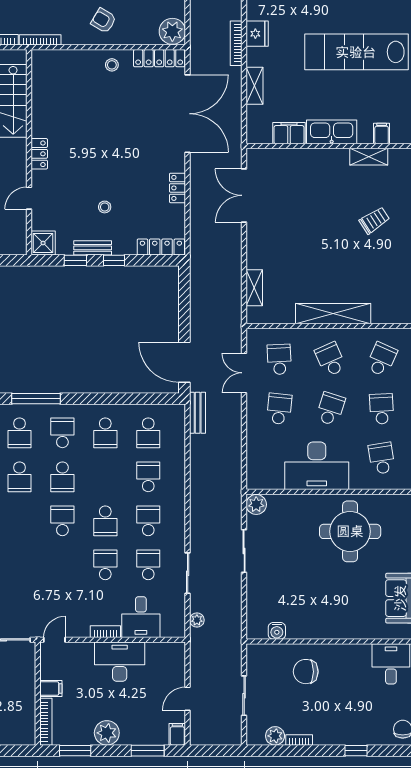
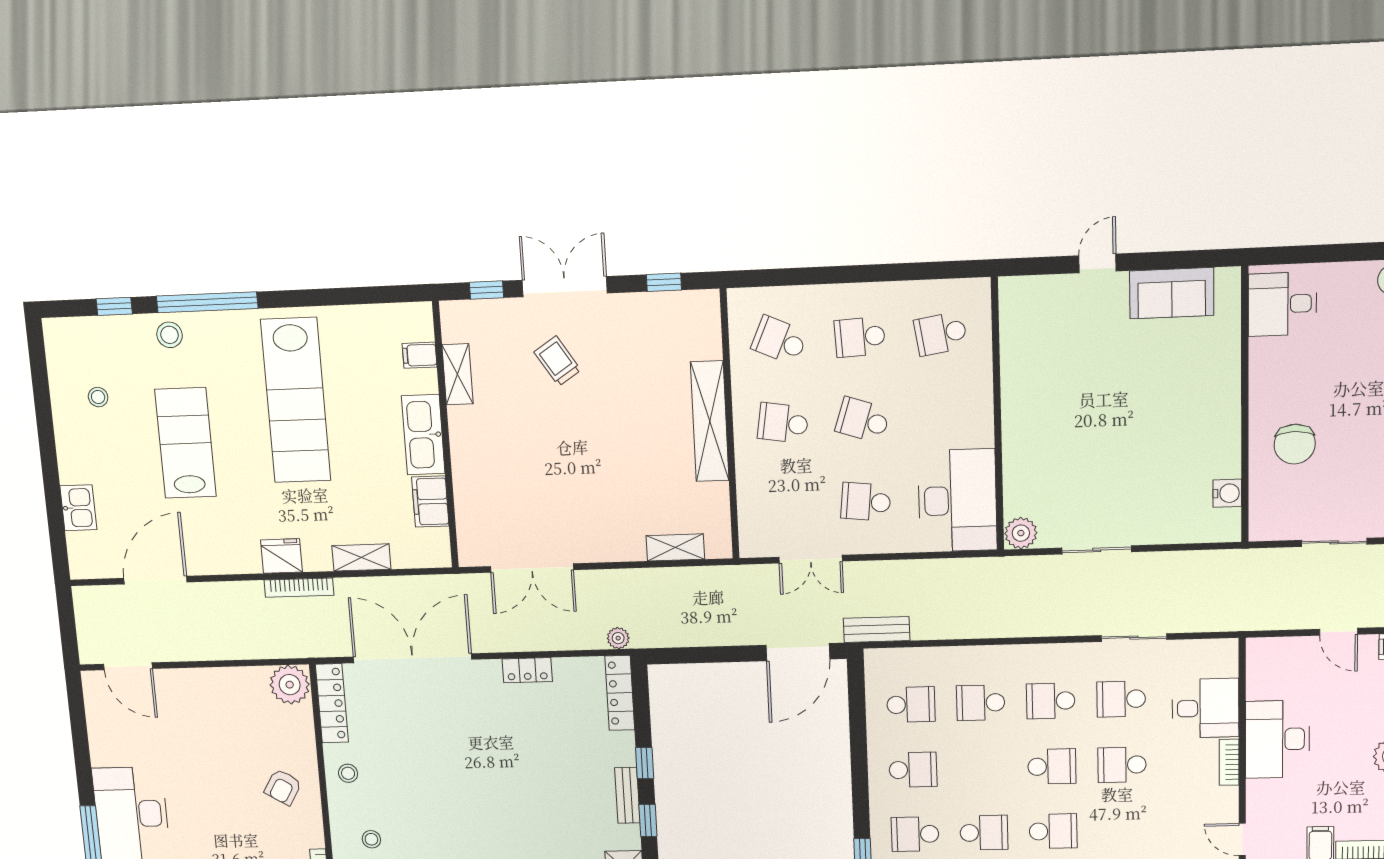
stool: (105, 207) -> (371, 839), moved
school desk: (279, 359) -> (787, 504), removed
school desk: (330, 359) -> (783, 423), turned 33
desk: (317, 466) -> (957, 500), moved
school desk: (62, 521) -> (1053, 831), turned 180
round table: (350, 531) -> (1062, 381), removed
plant: (197, 620) -> (618, 638), moved

